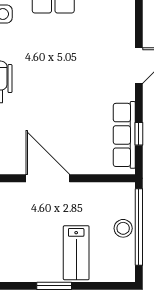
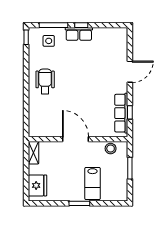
window: (139, 227) -> (130, 168), width x0.47
stool: (123, 228) -> (111, 149), moved

